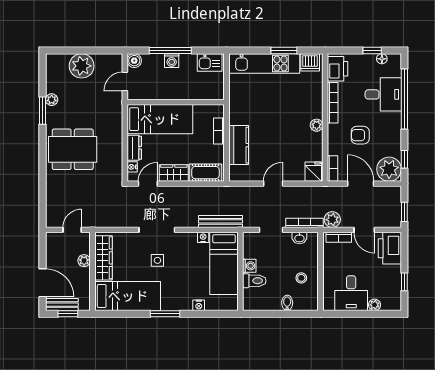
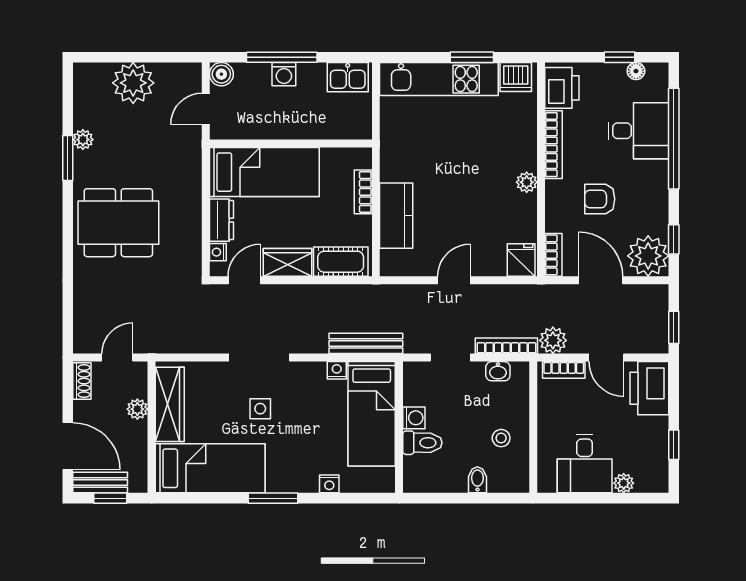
shoe rack: (51, 244) -> (82, 381), added

